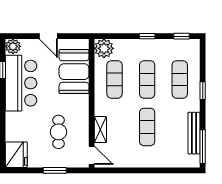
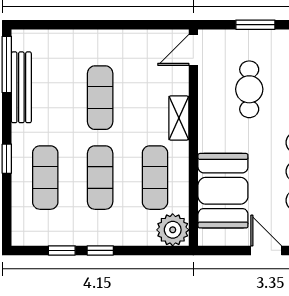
window: (182, 36) -> (62, 250), moved
shelving: (100, 130) -> (179, 118), moved
door: (92, 155) -> (193, 50), hinge flipped

